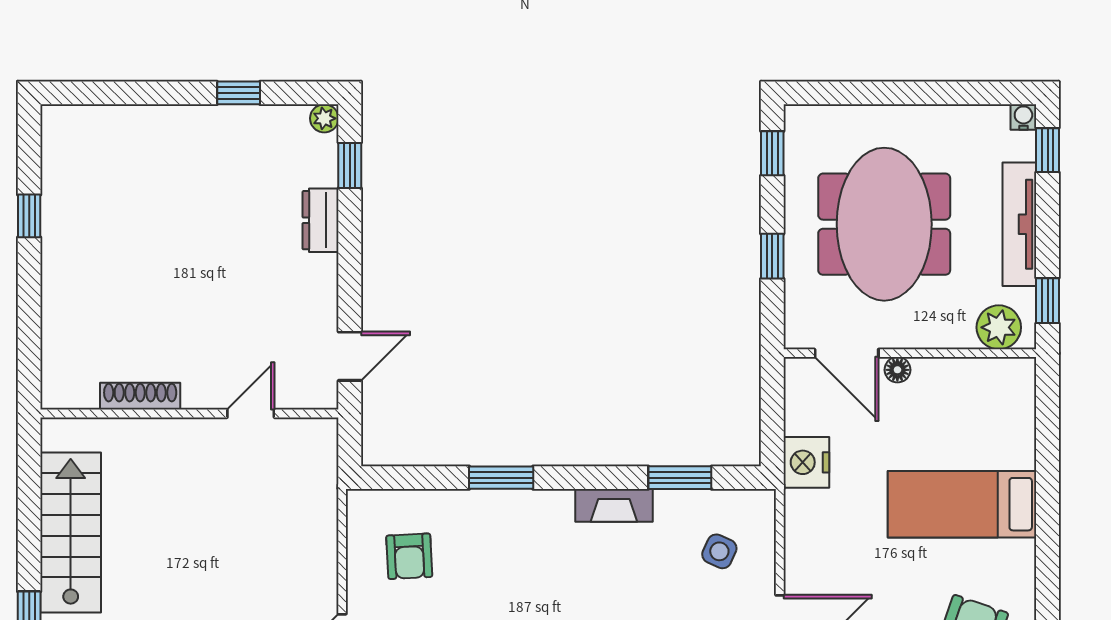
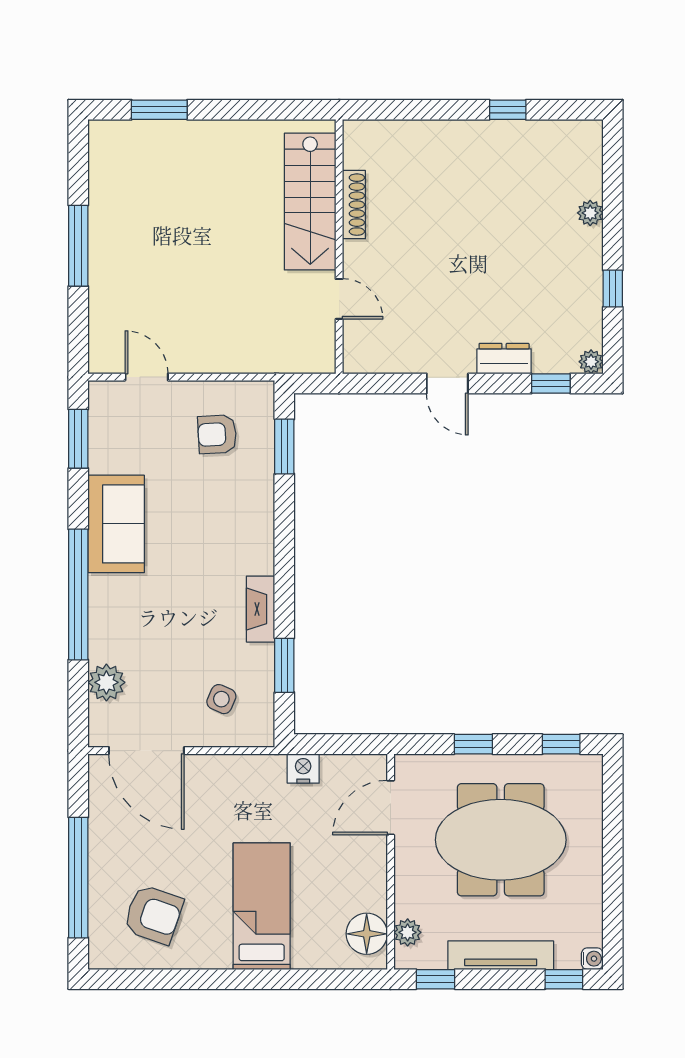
plant: (150, 119) -> (590, 213), added
plant: (999, 327) -> (408, 932), width x0.73, depth x0.73
door: (350, 356) -> (447, 383), moved
floor lamp: (897, 370) -> (367, 934), moved, width x1.89, depth x1.89
nightstand: (806, 462) -> (303, 769), width x0.74, depth x0.75
window: (501, 478) -> (284, 446), moved
stairs: (71, 533) -> (310, 202), moved, turned 90

